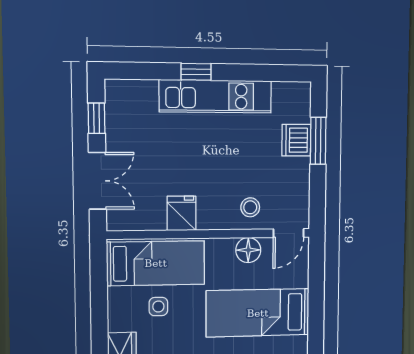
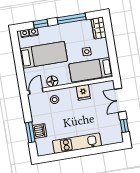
window: (196, 72) -> (87, 152), removed

